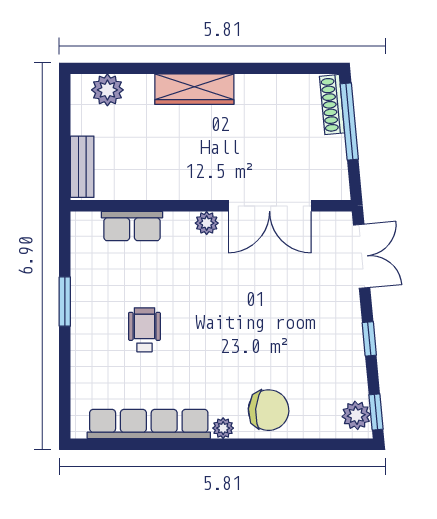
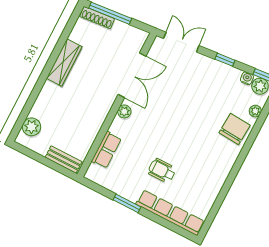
wardrobe: (194, 89) -> (64, 62), moved
water cooler: (358, 388) -> (247, 78), added
row of seats: (149, 424) -> (170, 213), moved, turned 90
plant: (223, 428) -> (255, 111), moved

